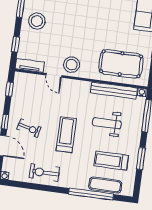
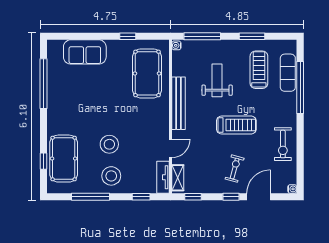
stool: (72, 65) -> (109, 144), moved
shelving: (28, 78) -> (178, 178), added
bench: (114, 90) -> (178, 103), moved
weight bench: (107, 123) -> (217, 80), turned 180
treadmill: (66, 135) -> (236, 125), turned 180
treadmill: (111, 161) -> (259, 70), turned 180

